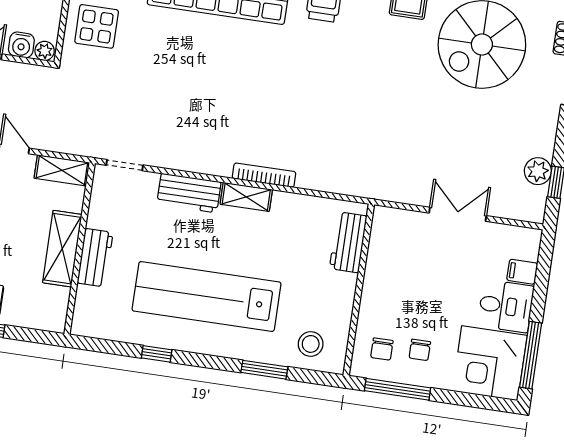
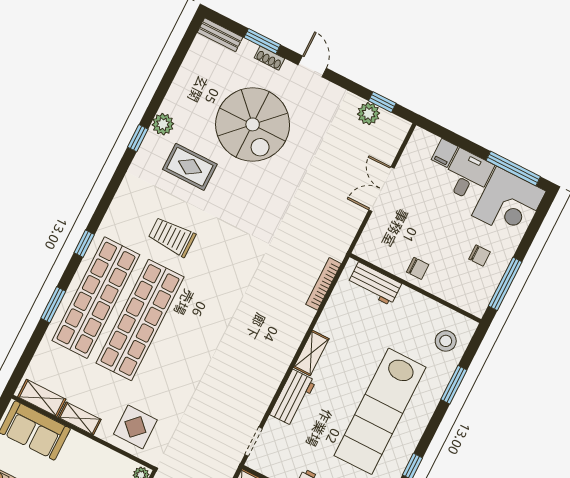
bookcase: (264, 175) -> (324, 284), moved
chair: (382, 349) -> (418, 268), moved

